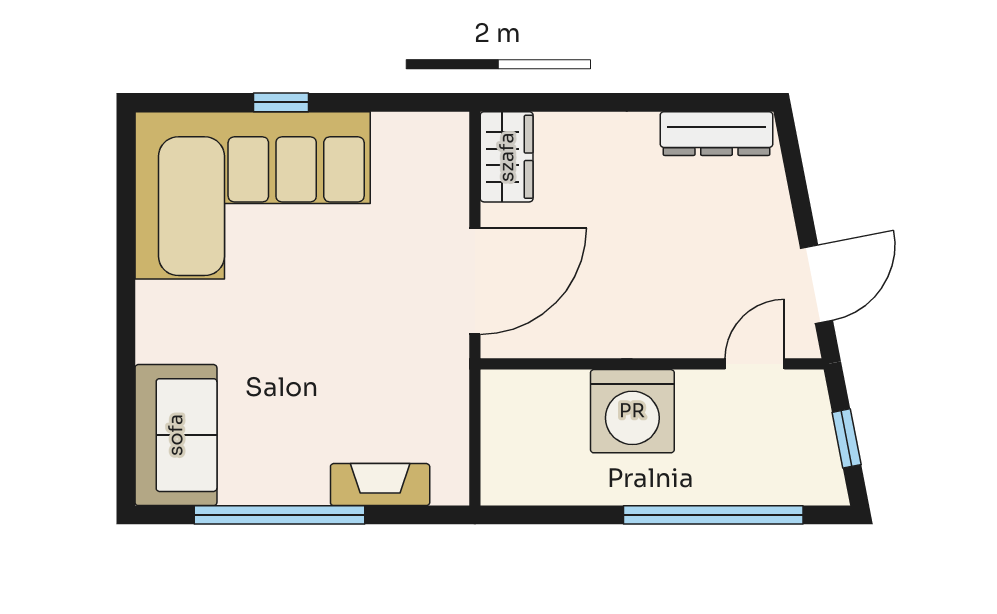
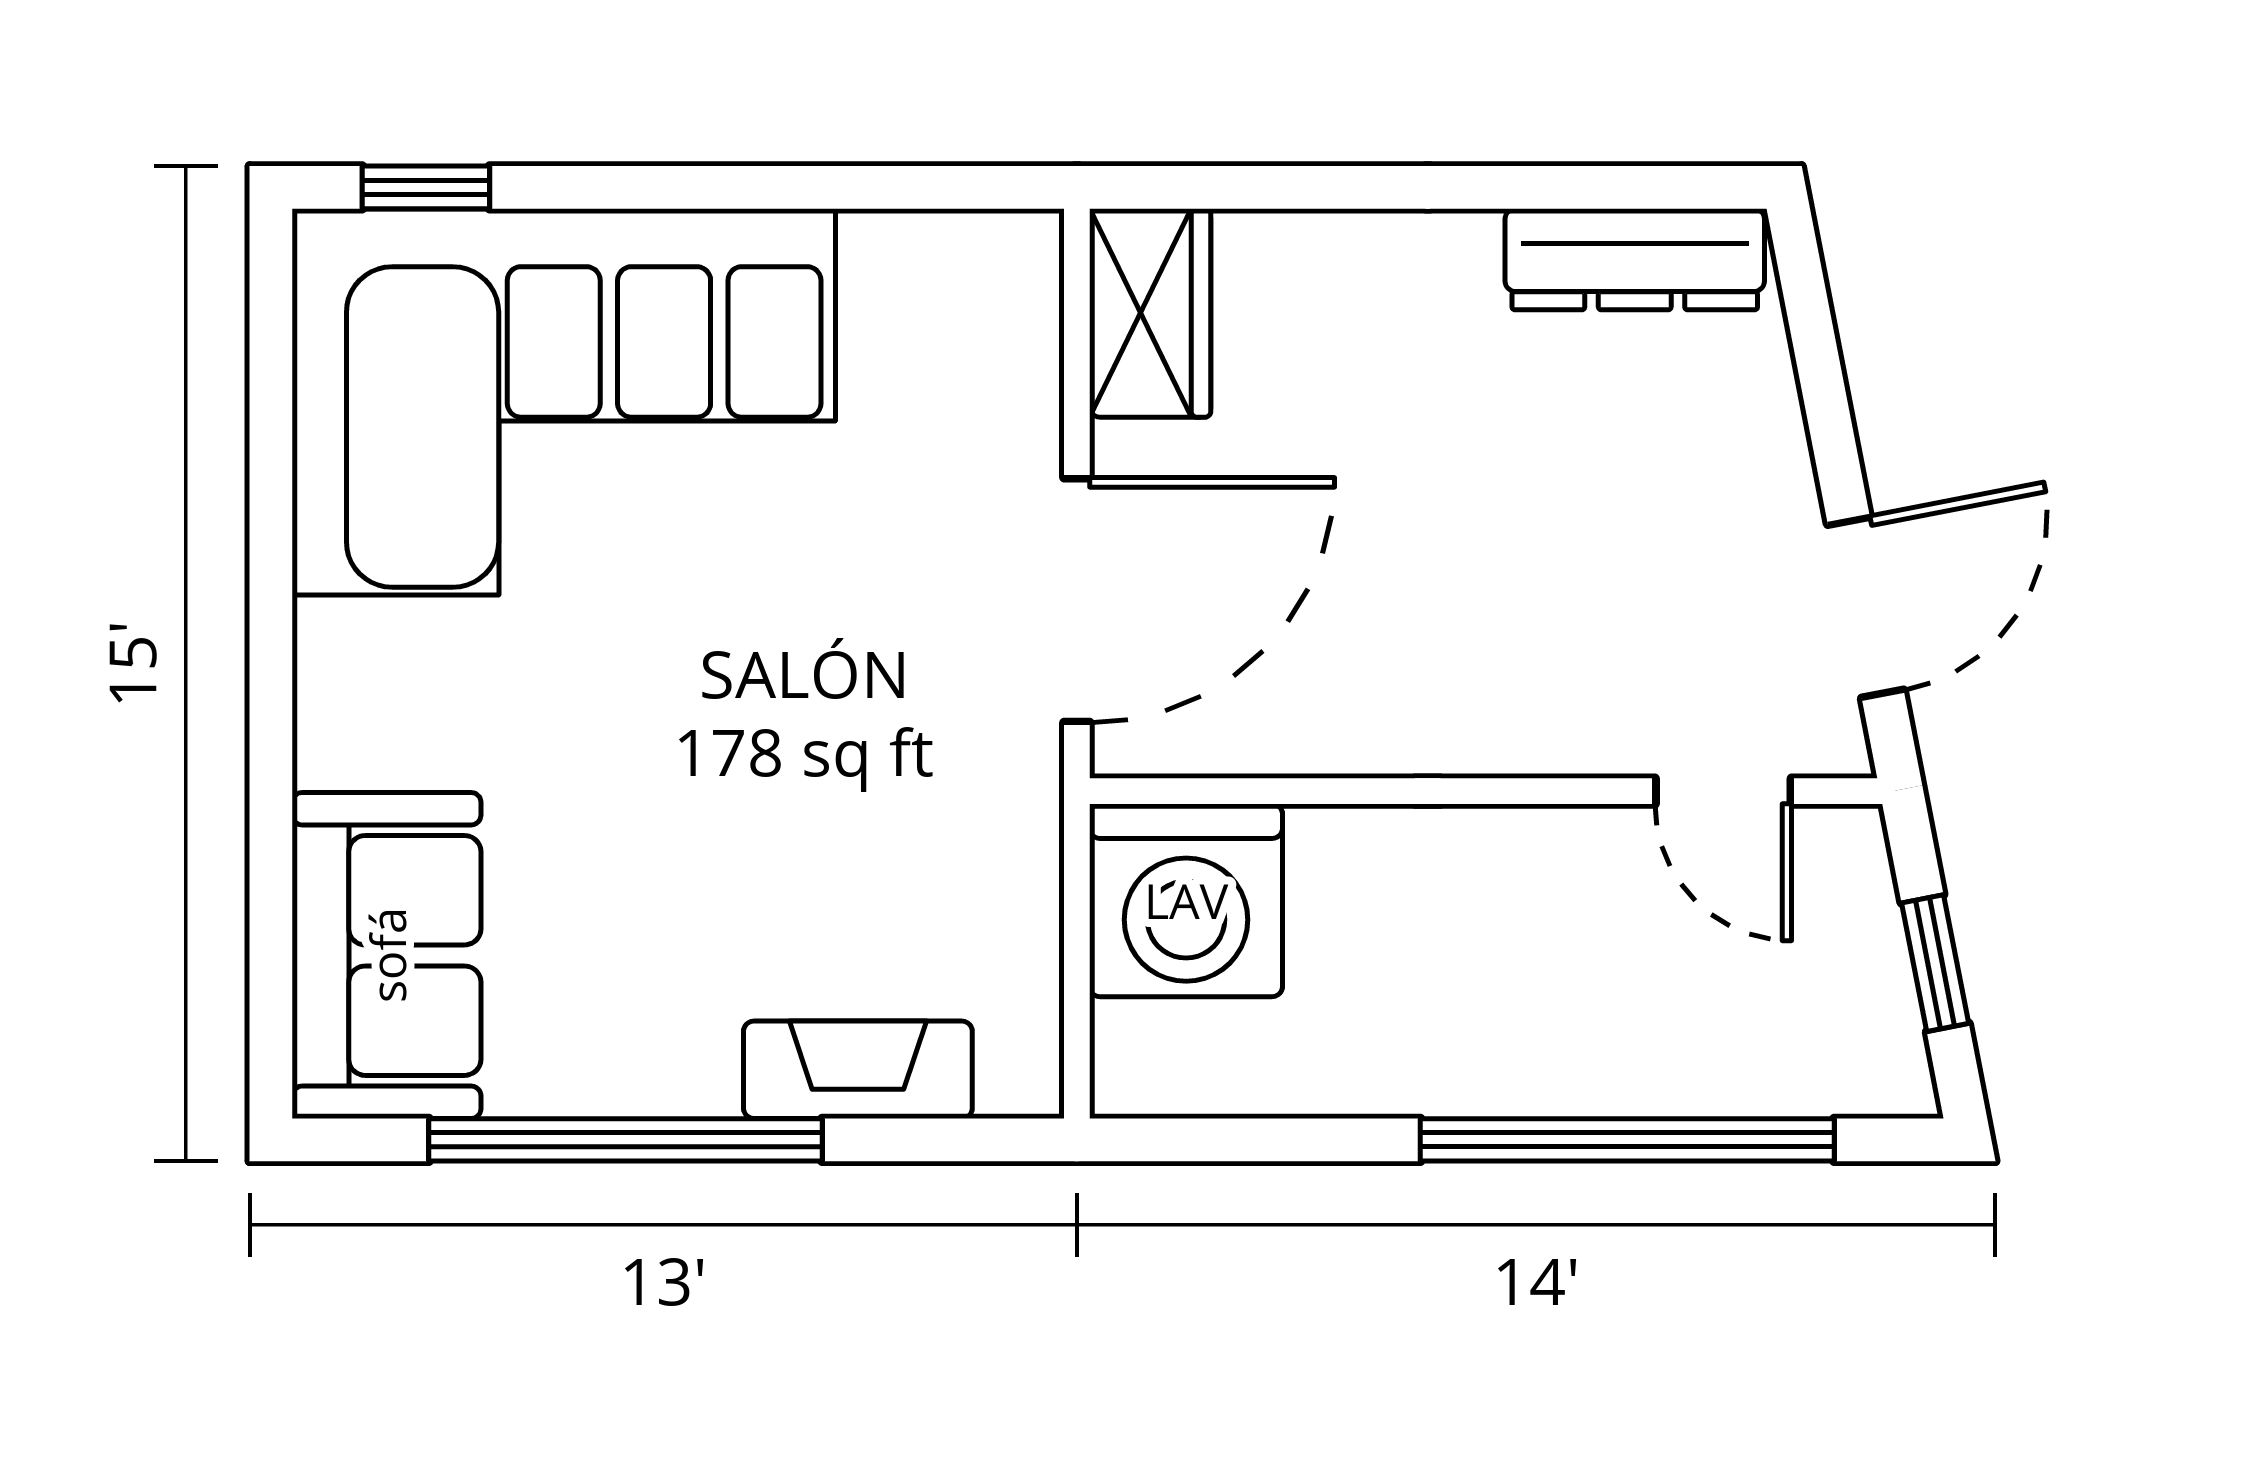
window: (281, 102) -> (426, 187), moved
door: (755, 364) -> (1723, 791), swing flipped
washing machine: (632, 411) -> (1186, 900), moved

